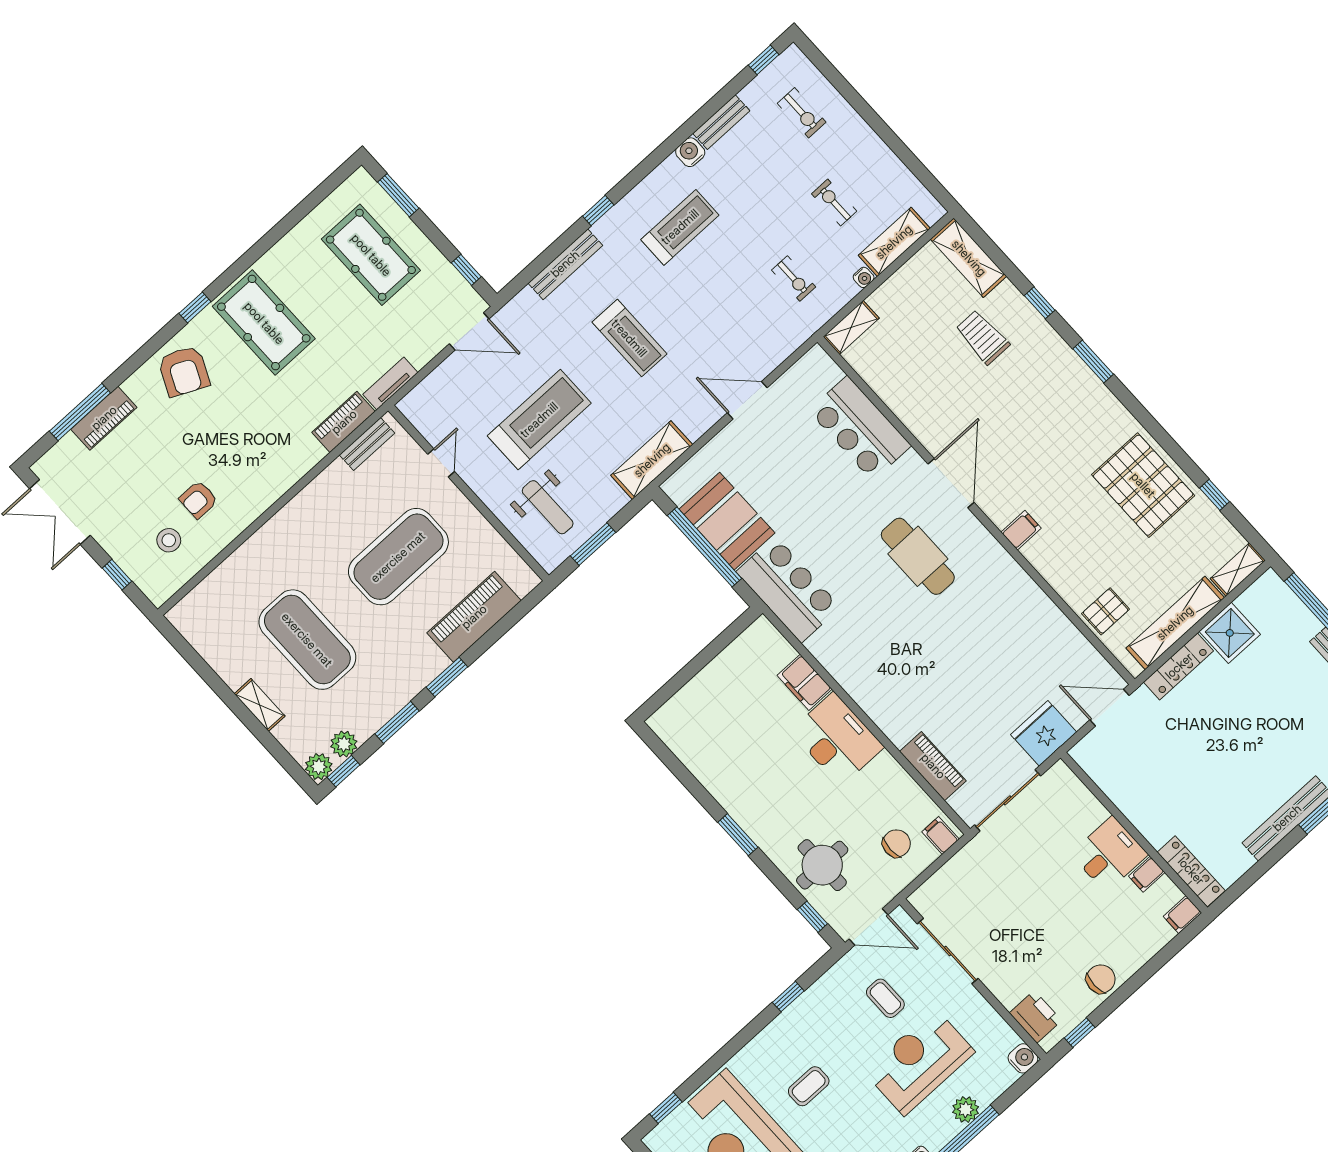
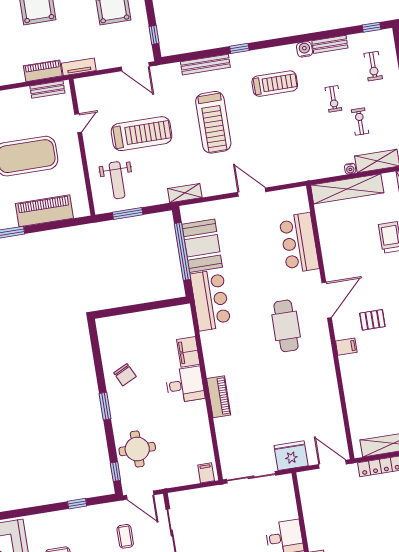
exercise bike: (794, 278) -> (333, 99), moved
shelving: (851, 327) -> (347, 189), width x2.20, depth x1.33
treadmill: (629, 338) -> (213, 122), width x1.37, depth x1.38
shelving: (652, 460) -> (185, 193), width x0.67, depth x0.75
pallet: (1106, 611) -> (372, 320), moved
desk: (837, 739) -> (185, 385), width x0.73
piano: (933, 766) -> (219, 397), moved
chair: (897, 843) -> (125, 375), moved, turned 64

